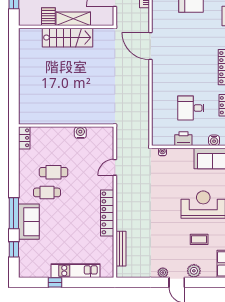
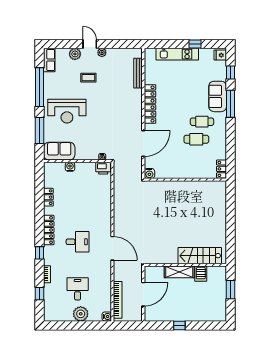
stairs: (67, 38) -> (200, 256), moved
desk: (191, 108) -> (78, 242), moved
water cooler: (80, 133) -> (149, 174), moved
printer: (183, 139) -> (103, 168), moved
water cooler: (214, 140) -> (70, 167), moved
door: (115, 167) -> (143, 143), width x1.88
coffee table: (199, 239) -> (88, 78), moved
fridge: (26, 270) -> (220, 55), added

